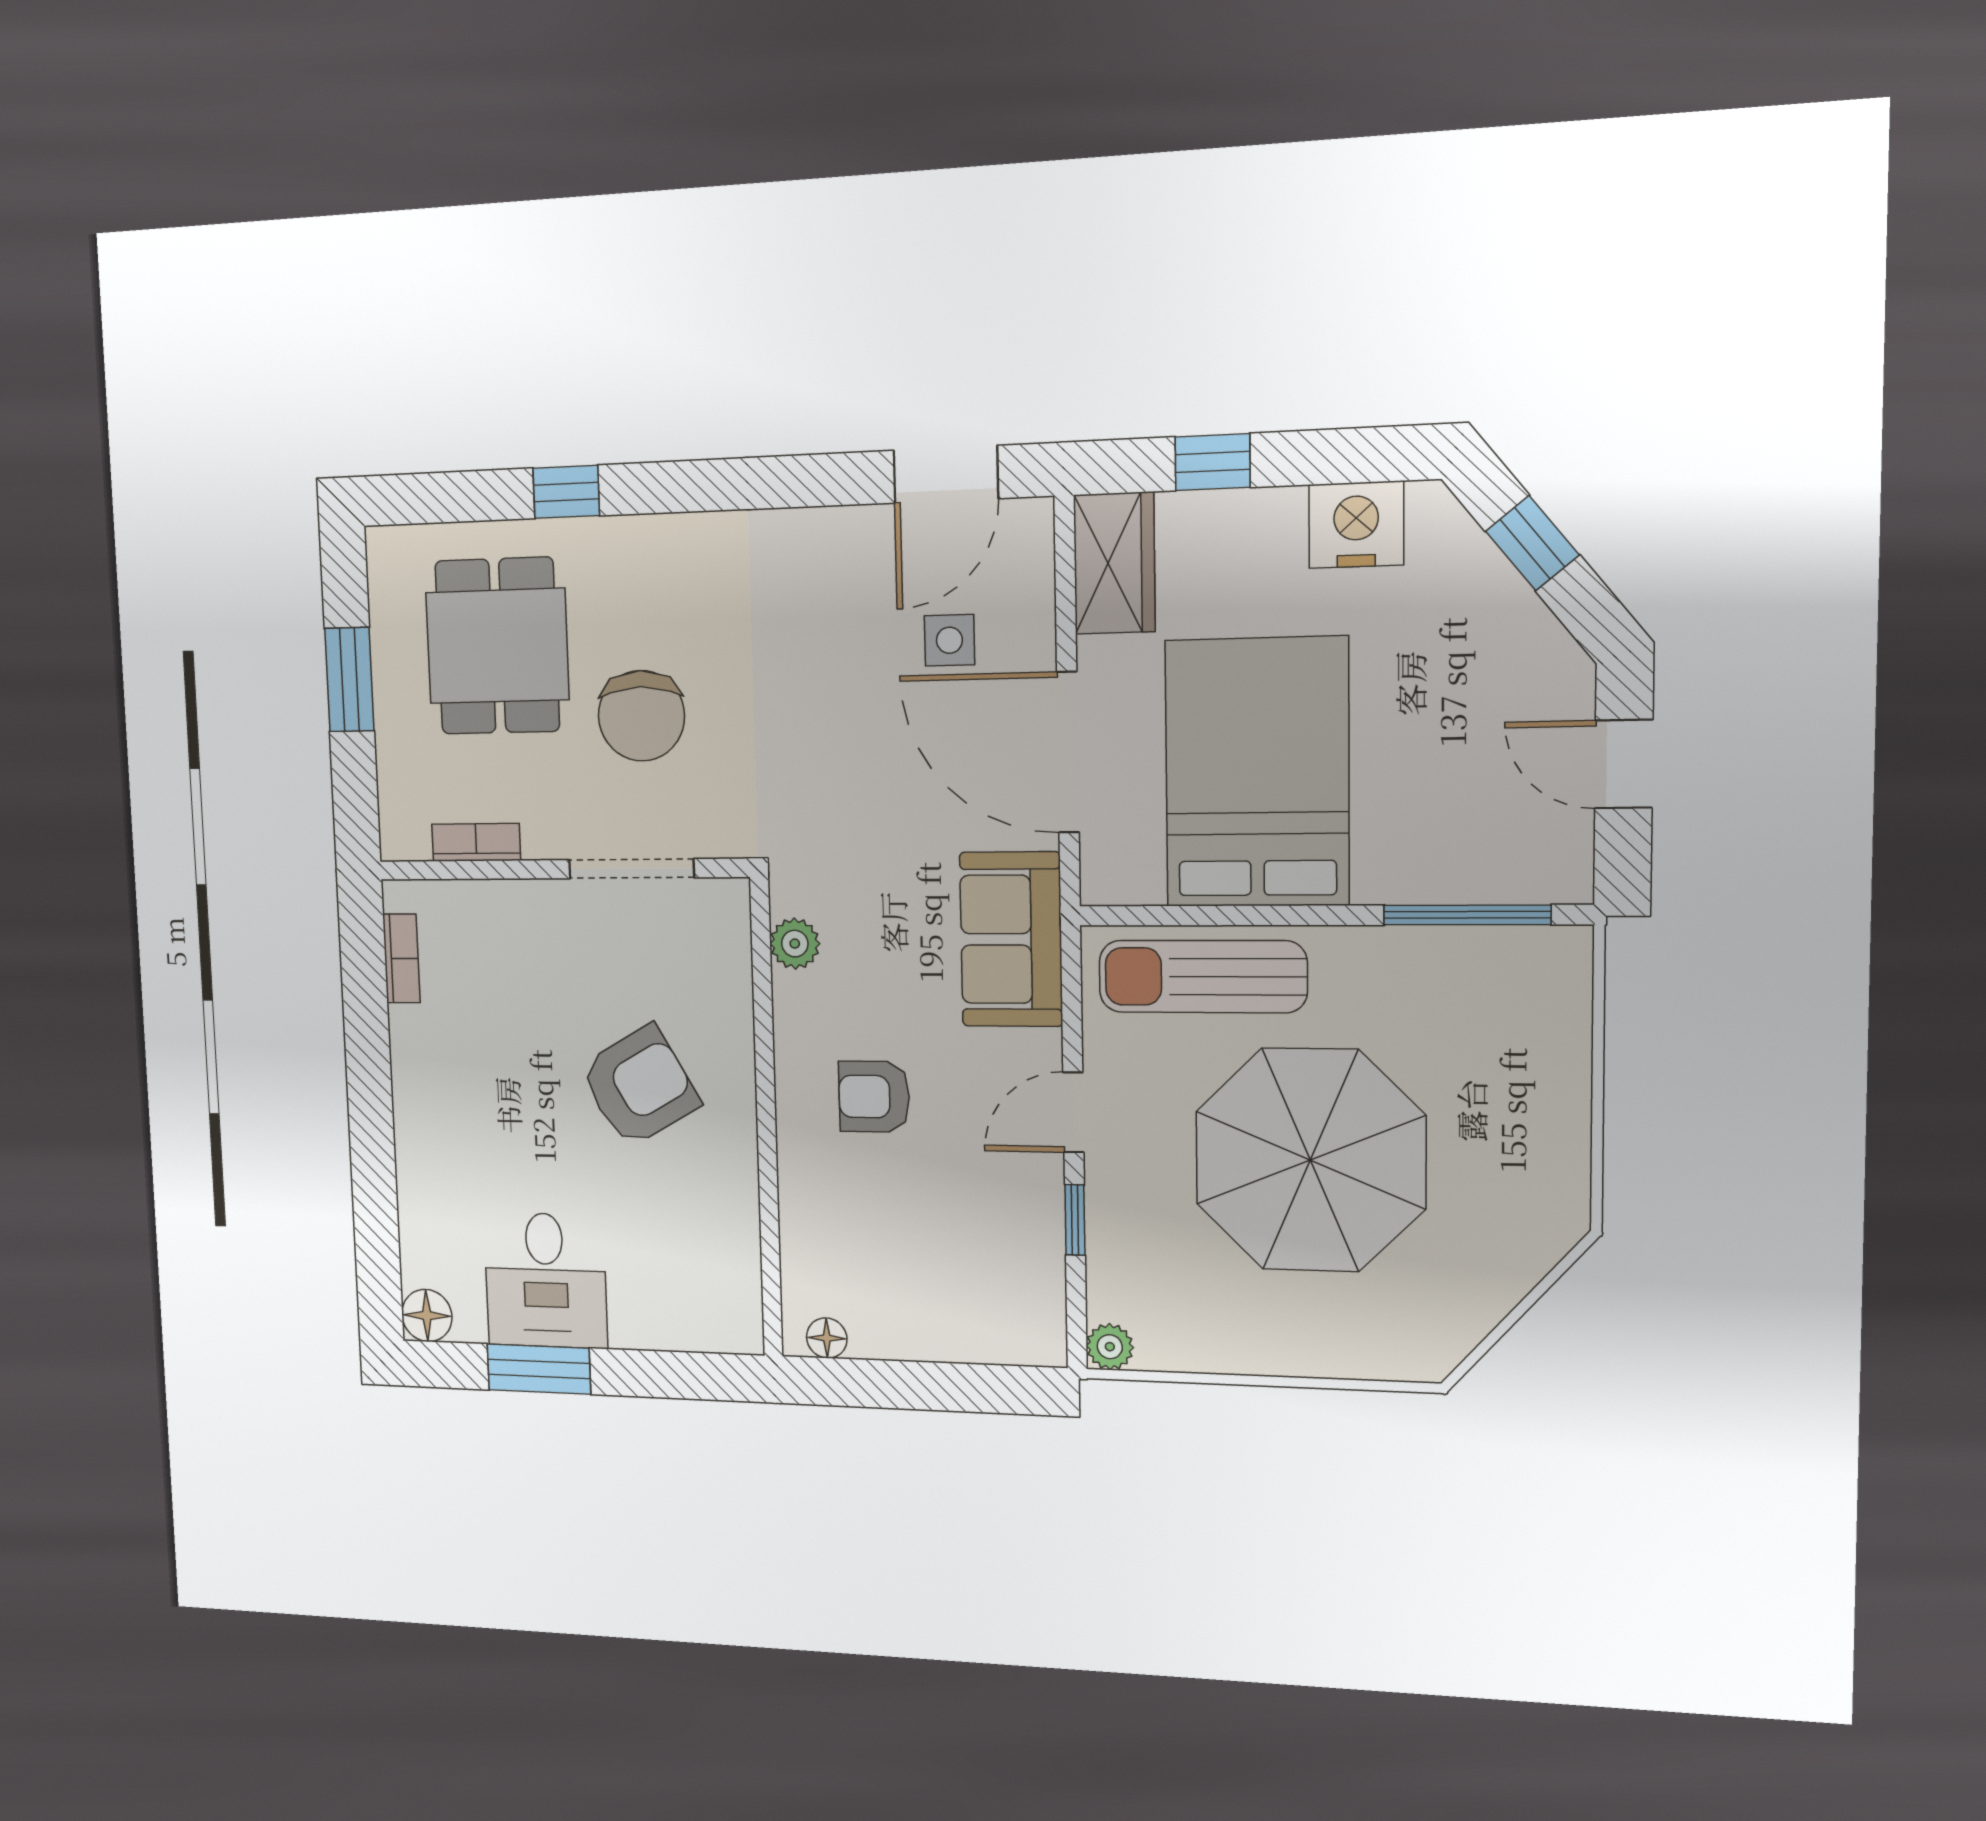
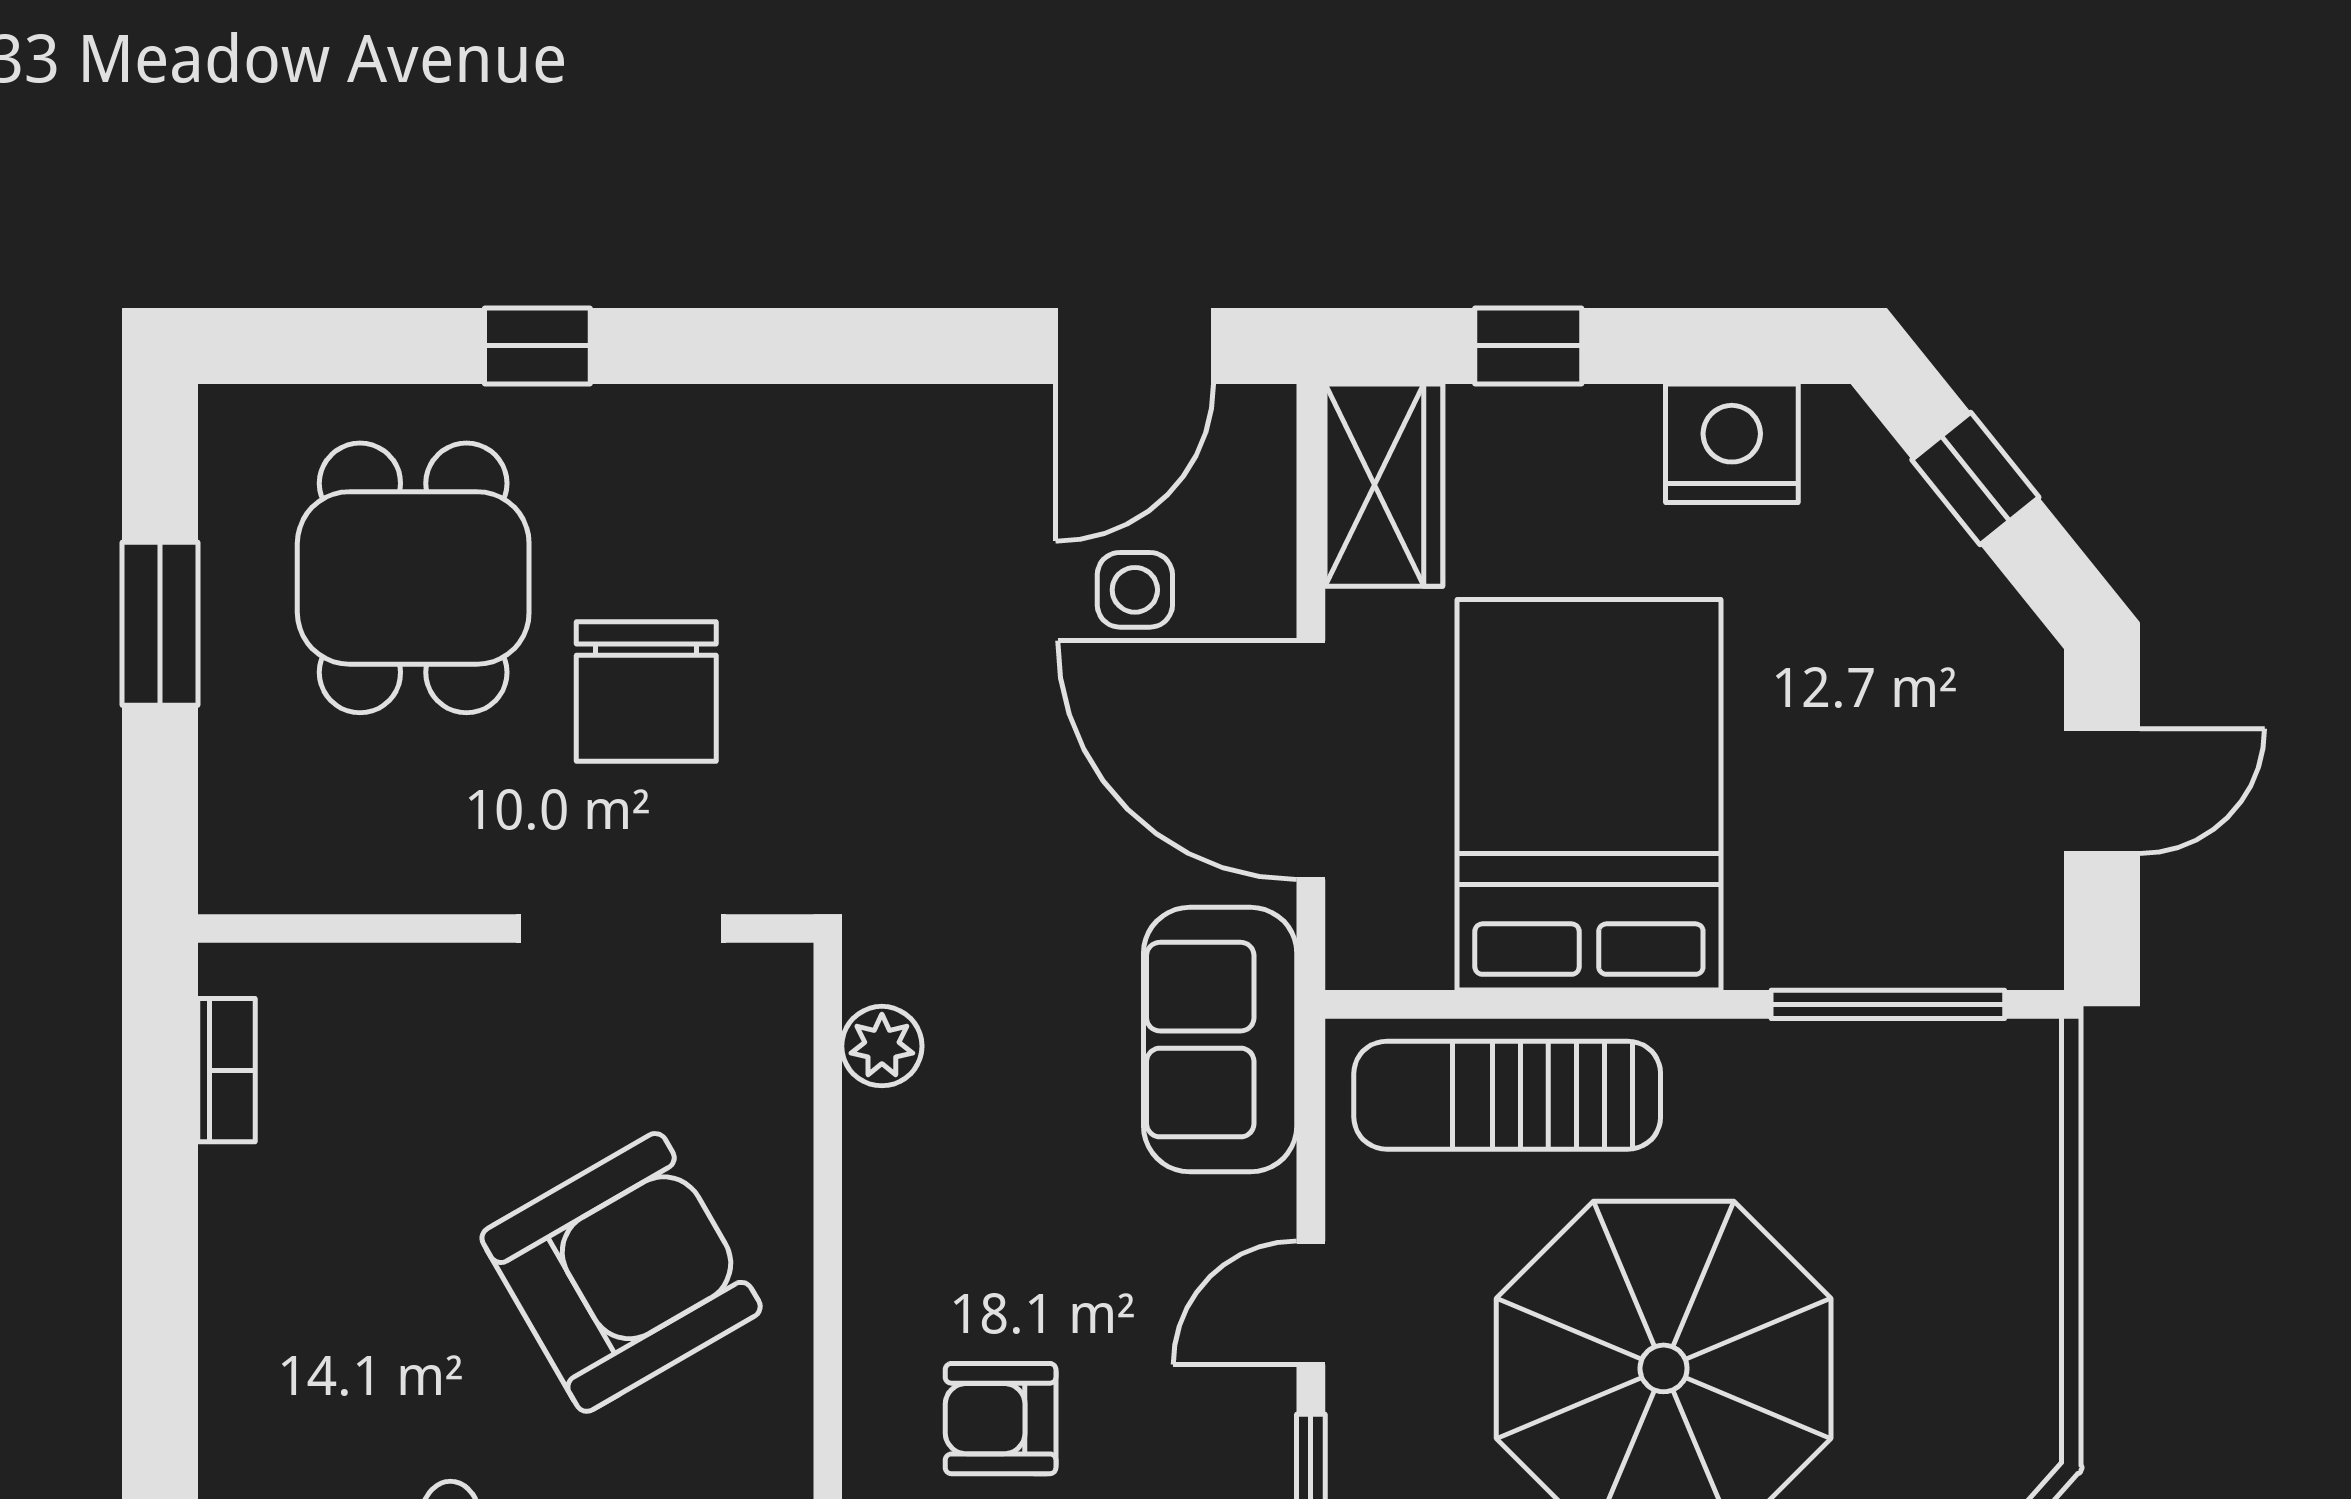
door: (1624, 764) -> (2102, 791), swing flipped
bookcase: (476, 842) -> (364, 885), removed
armchair: (639, 1086) -> (621, 1272), width x1.36, depth x1.36
armchair: (874, 1097) -> (1001, 1419), moved

